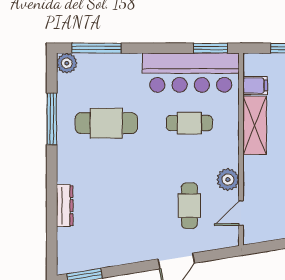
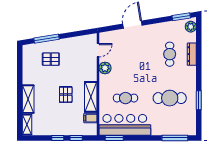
plant: (67, 63) -> (191, 27), moved
window: (52, 119) -> (199, 100), width x0.69
cafe table: (189, 206) -> (170, 54), moved

